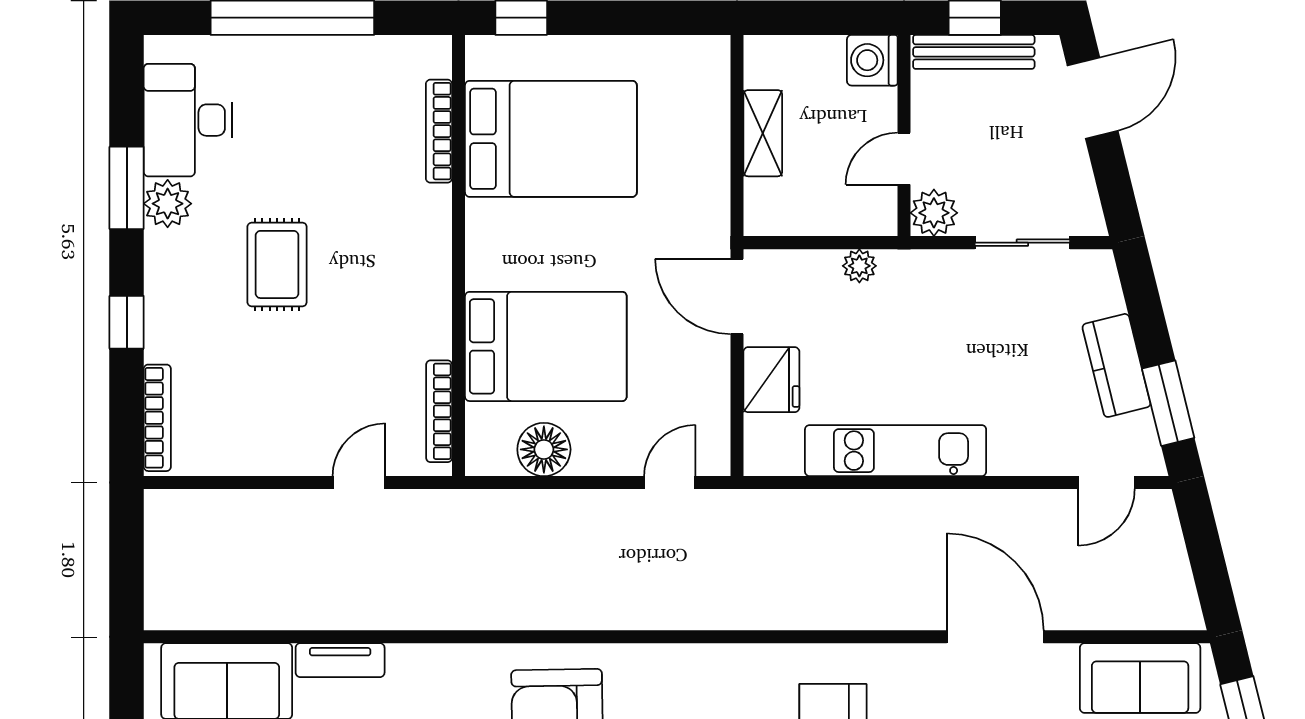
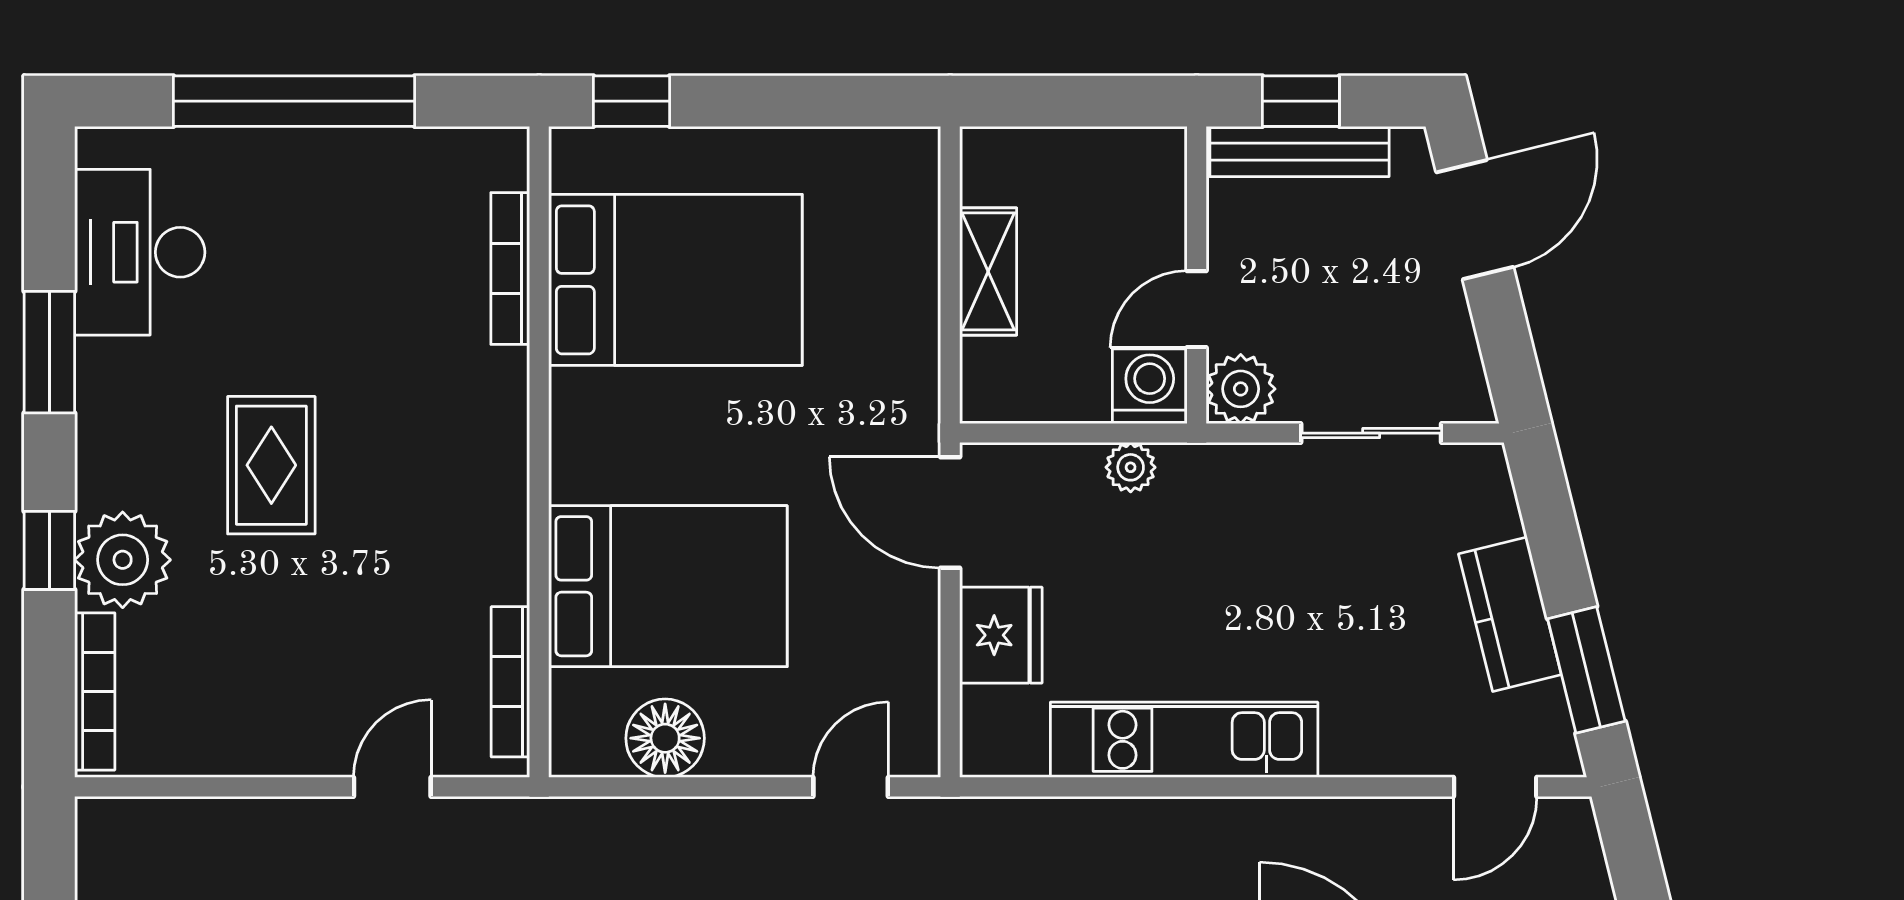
washing machine: (872, 60) -> (1150, 386), moved, turned 90
plant: (168, 204) -> (123, 560), moved, width x1.36, depth x1.36

